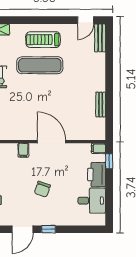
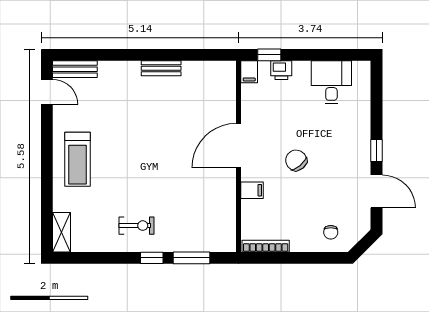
exercise mat: (40, 65) -> (118, 164), removed
bench: (101, 105) -> (161, 68), moved
printer: (97, 175) -> (281, 70), width x0.53, depth x0.68
chair: (42, 189) -> (296, 160), moved, turned -149

